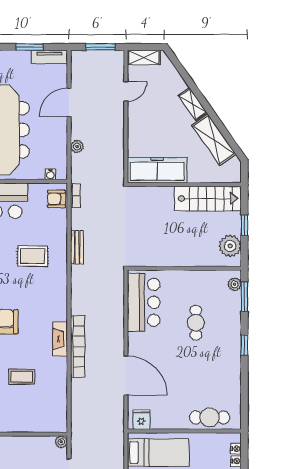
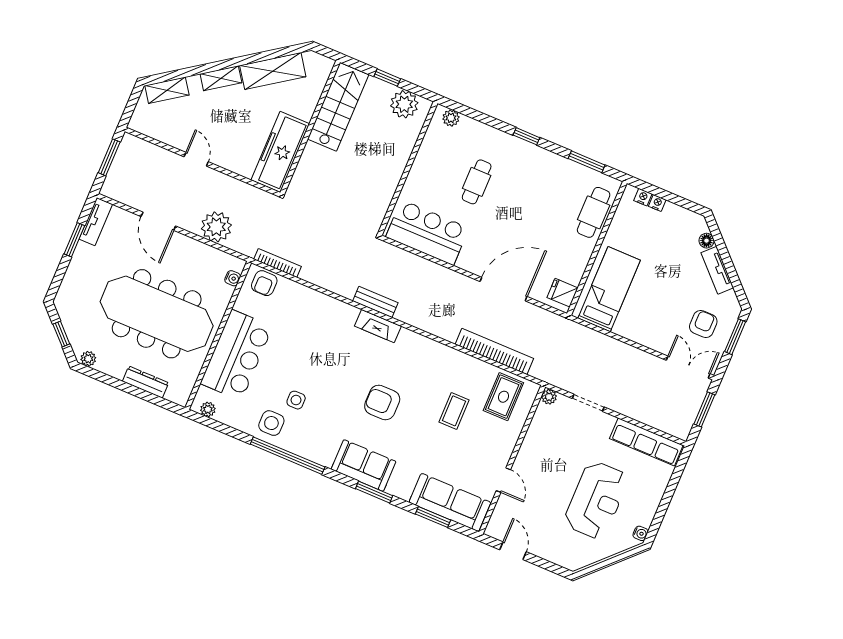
shelving: (144, 58) -> (167, 90), moved, turned 55
door: (126, 91) -> (196, 159), moved
plant: (77, 147) -> (216, 227), width x1.87, depth x1.87
bookcase: (75, 196) -> (277, 263), width x1.56
bench: (77, 247) -> (375, 302), moved
rug: (33, 256) -> (503, 397), moved
window: (244, 297) -> (587, 162), moved
cafe table: (196, 323) -> (477, 182), turned 90
fireplace: (60, 339) -> (378, 326), moved
bookcase: (78, 346) -> (494, 351), moved

